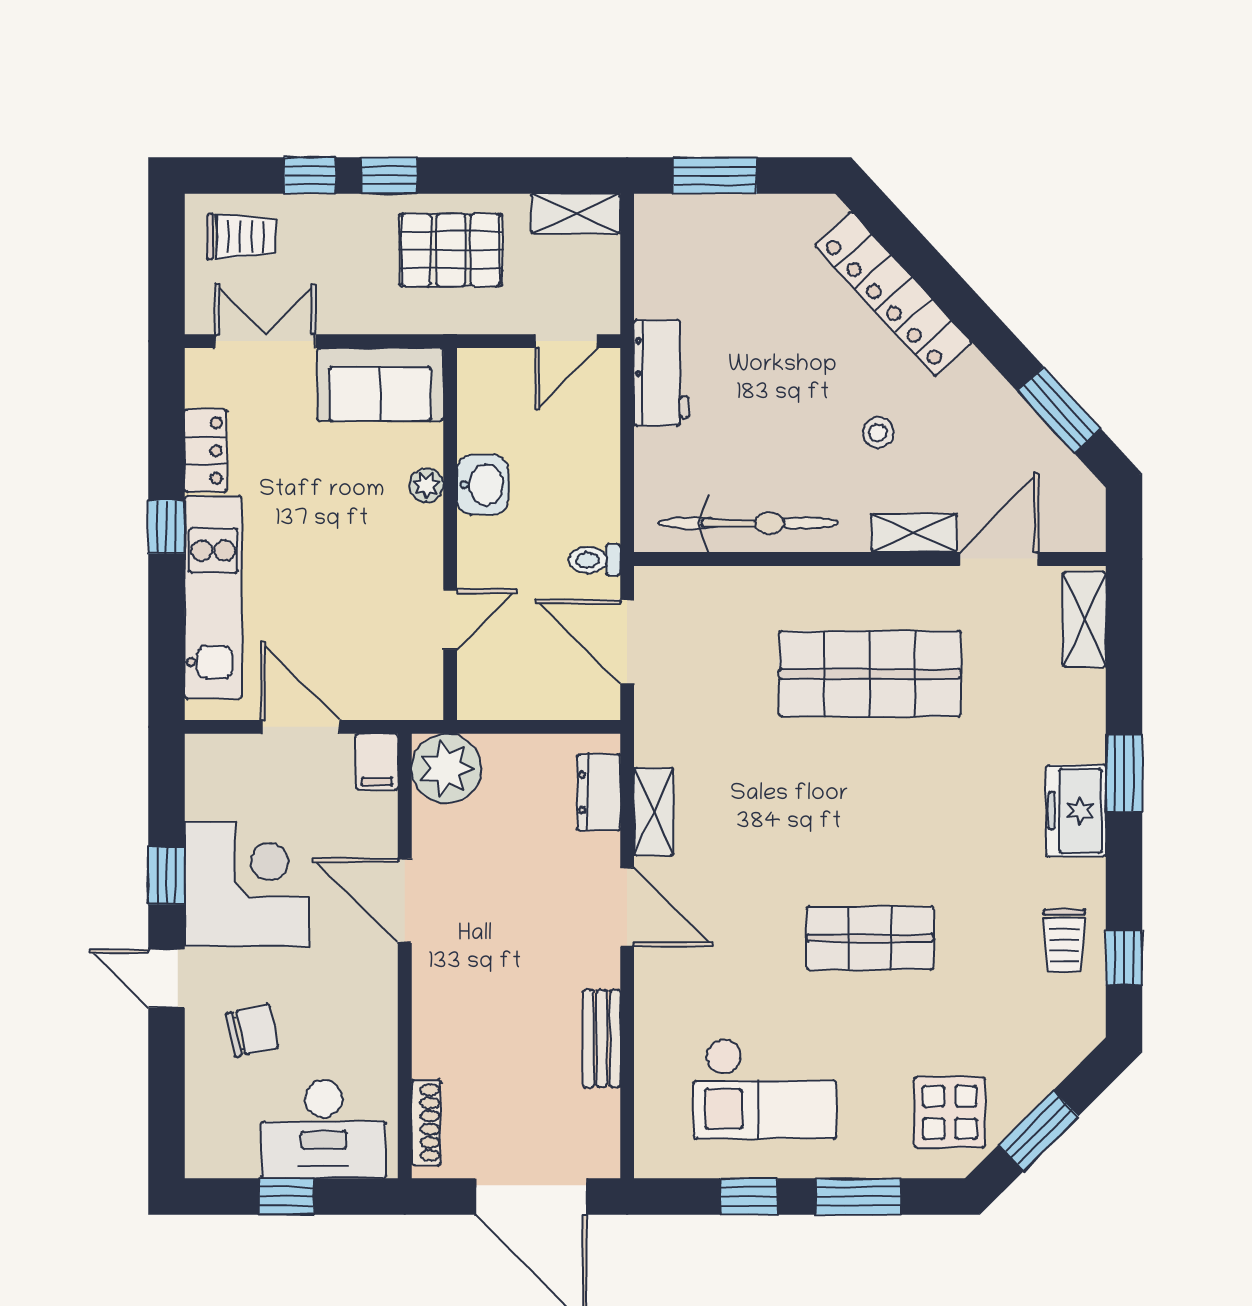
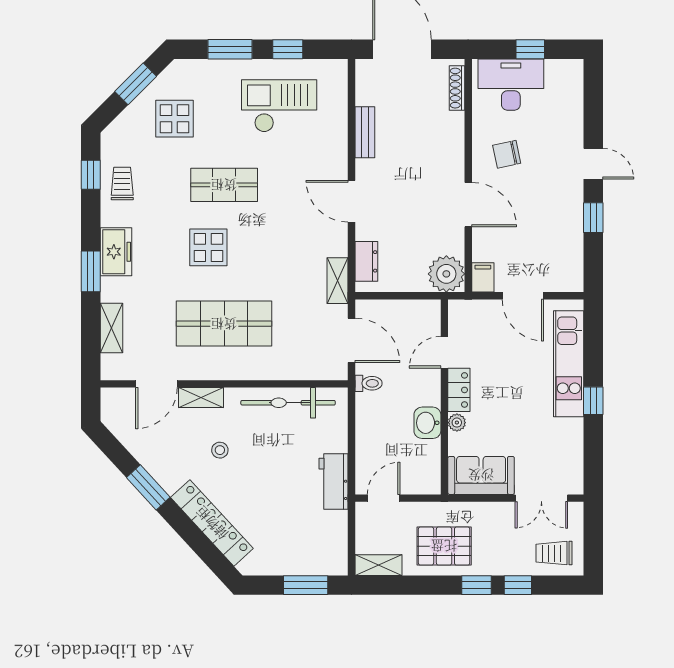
window: (1059, 410) -> (148, 487), moved
locker: (206, 451) -> (459, 390), moved, turned 180
shelving: (1085, 619) -> (111, 328), moved
shelving: (654, 812) -> (338, 281), moved
display table: (900, 819) -> (208, 247), added
corner desk: (247, 884) -> (551, 213), removed
chair: (252, 1031) -> (507, 154), moved
display table: (950, 1112) -> (174, 119), moved

